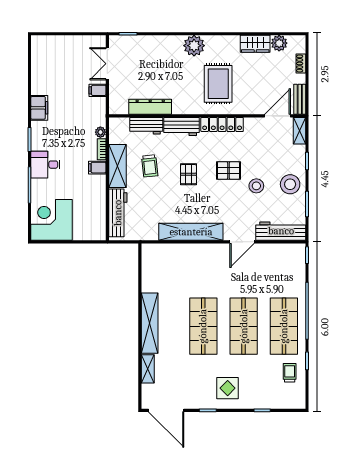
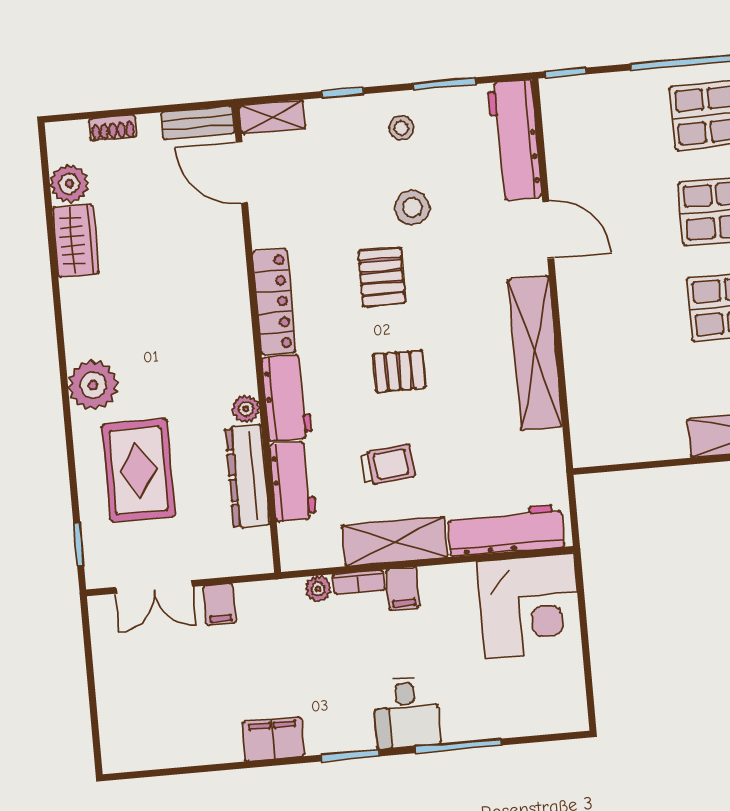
rug: (218, 84) -> (138, 470), moved, turned 90
plant: (178, 109) -> (246, 409), added
stool: (290, 184) -> (401, 128), width x0.53, depth x0.53
corner desk: (51, 220) -> (529, 606), moved, turned -90

